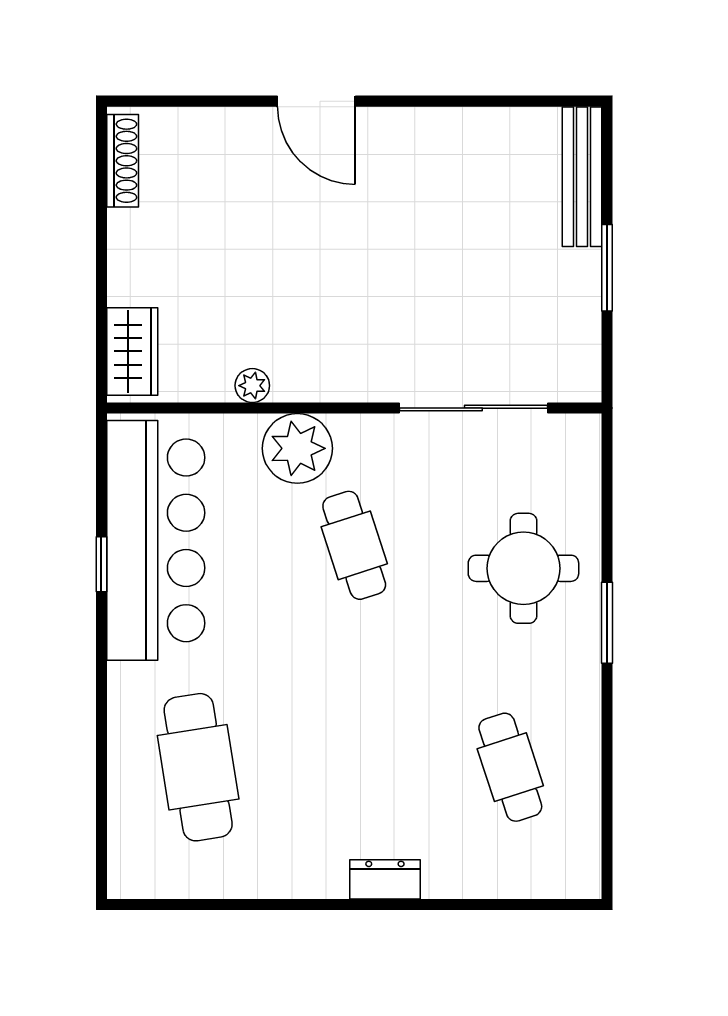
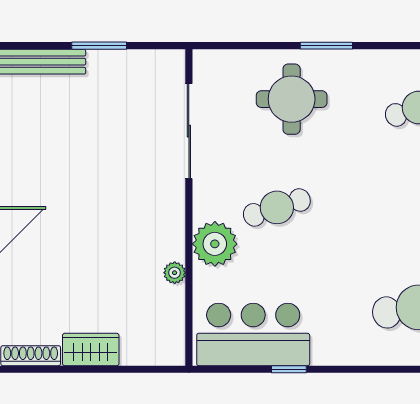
wardrobe: (132, 351) -> (91, 349), moved
bar counter: (156, 540) -> (253, 334), width x0.73

